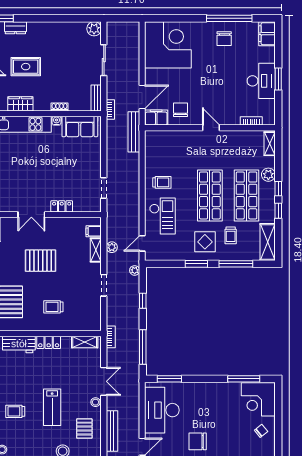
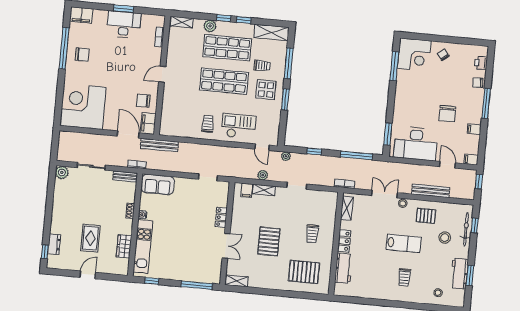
sofa: (80, 127) -> (158, 184), moved, turned 90

